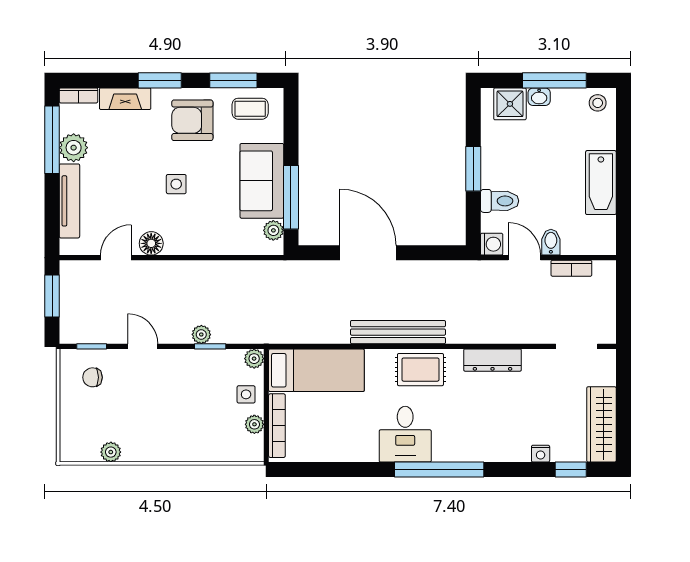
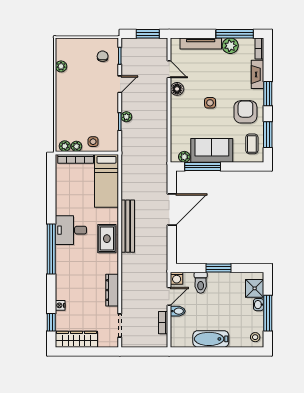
plant: (254, 359) -> (65, 146), moved
dresser: (492, 360) -> (112, 290), moved

